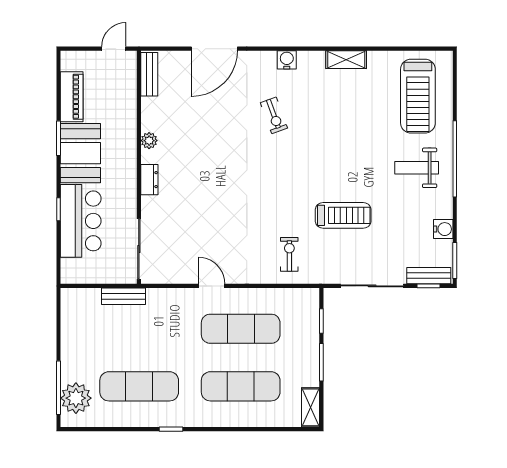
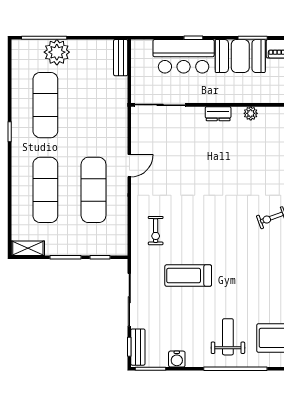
treadmill: (343, 215) -> (188, 276), turned 90
exercise bike: (289, 254) -> (156, 231), turned 90
bench: (124, 296) -> (121, 58), moved
plant: (76, 398) -> (57, 52), moved

